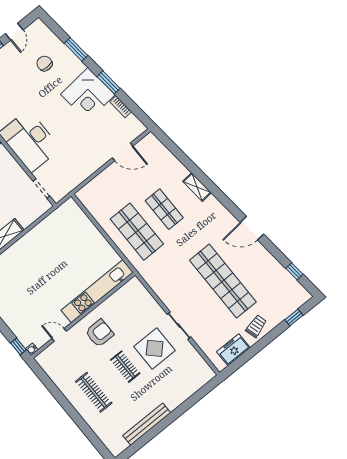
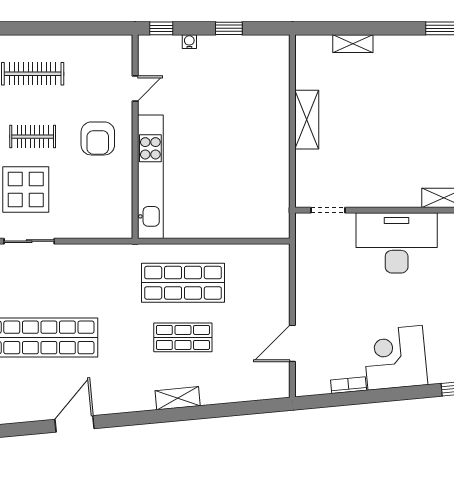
window: (109, 82) -> (389, 395), removed
water cooler: (32, 349) -> (189, 42), moved

